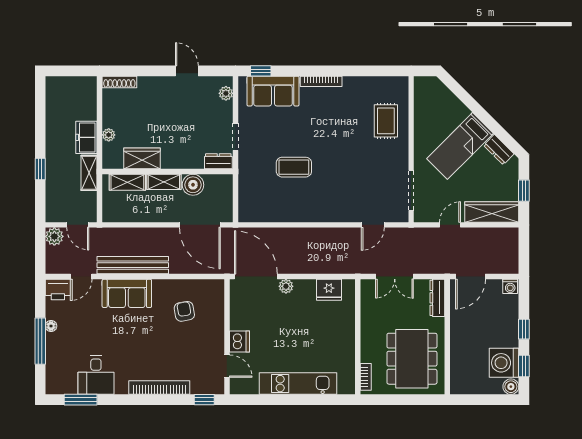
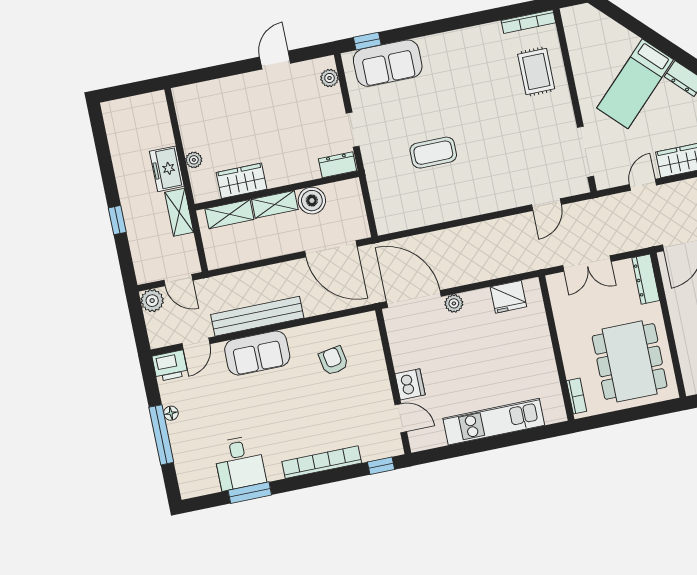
door: (187, 71) -> (275, 60), hinge flipped
bookcase: (321, 81) -> (528, 22), moved
shoe rack: (119, 82) -> (194, 91), removed
window: (81, 400) -> (250, 493), moved

